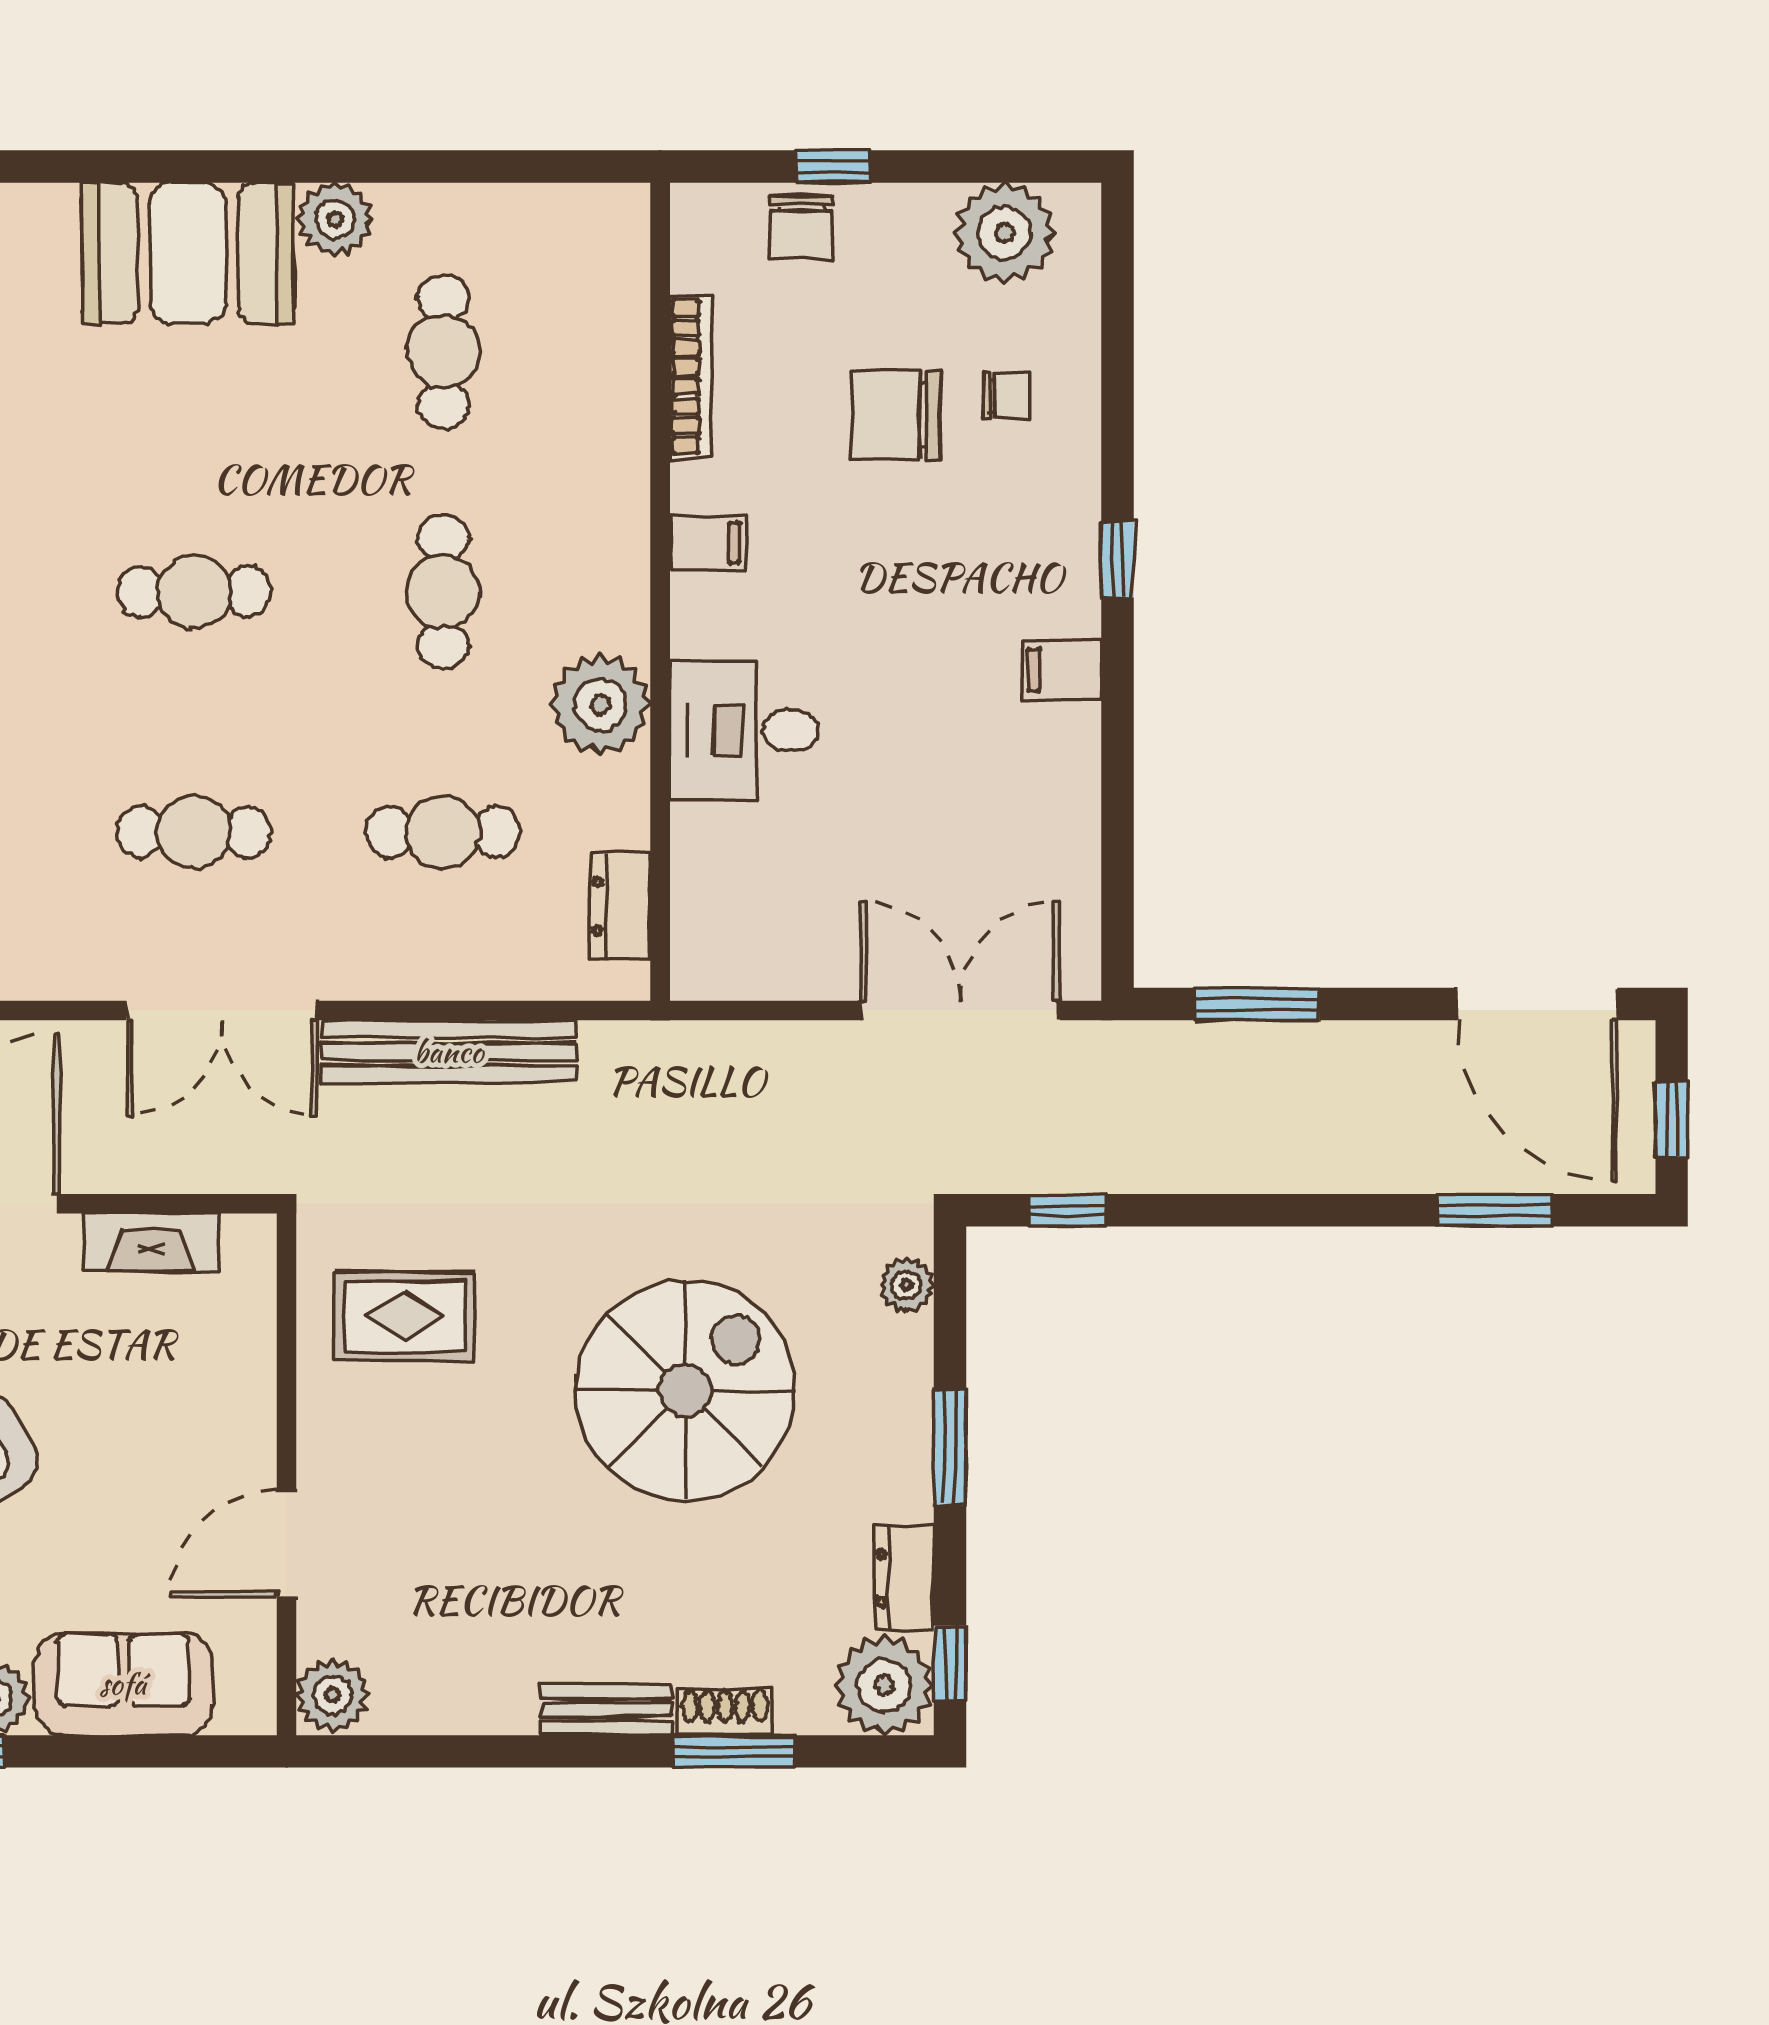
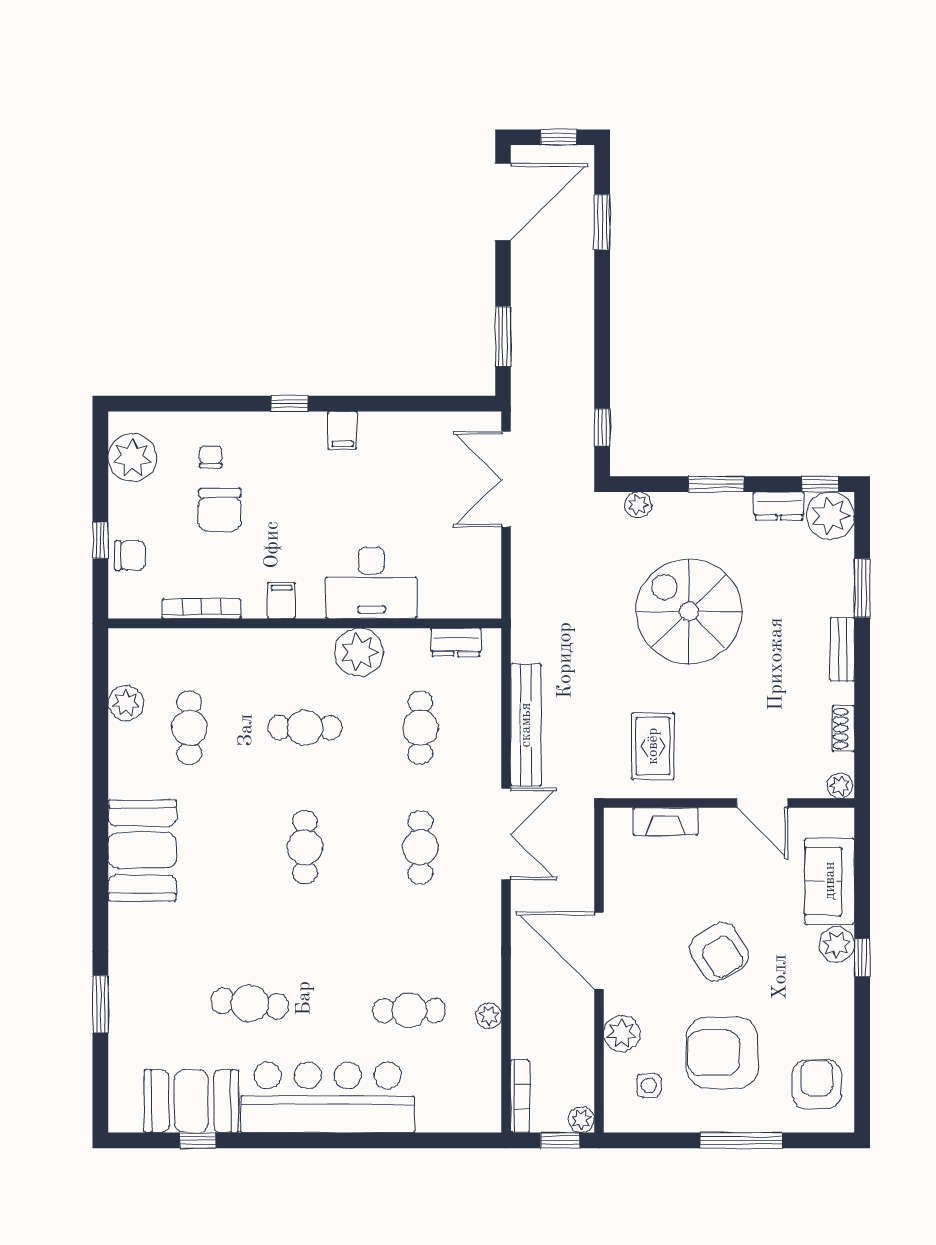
plant: (335, 219) -> (126, 703), moved
cafe table: (443, 351) -> (189, 728), turned 90
desk: (744, 730) -> (371, 583), width x1.37
fireplace: (151, 1242) -> (666, 821), moved, turned 90
plant: (332, 1695) -> (840, 786), width x0.73, depth x0.73
shoe rack: (725, 1712) -> (843, 729), moved

